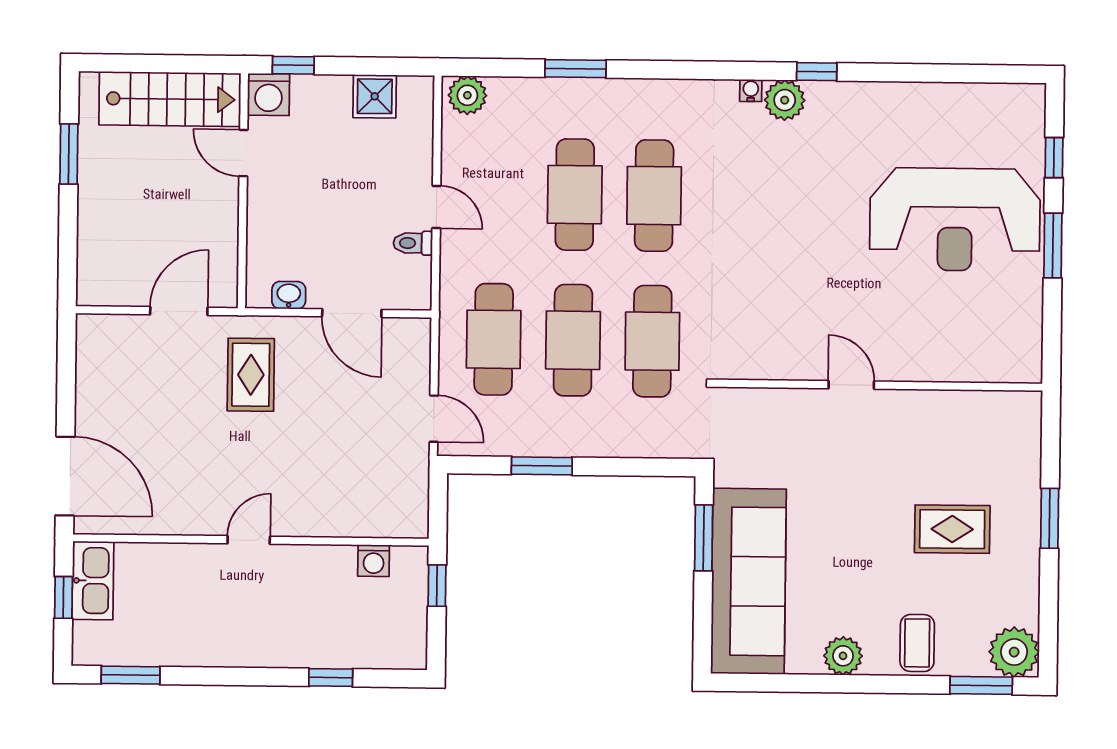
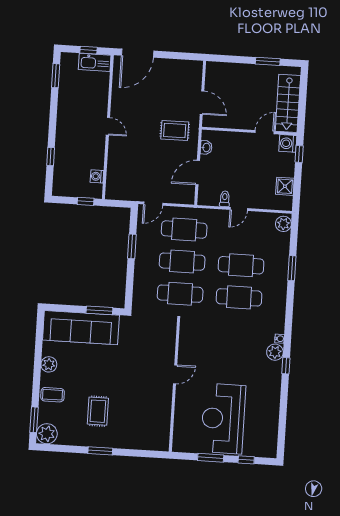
door: (851, 385) -> (175, 374), moved
wall: (878, 385) -> (174, 385), moved

